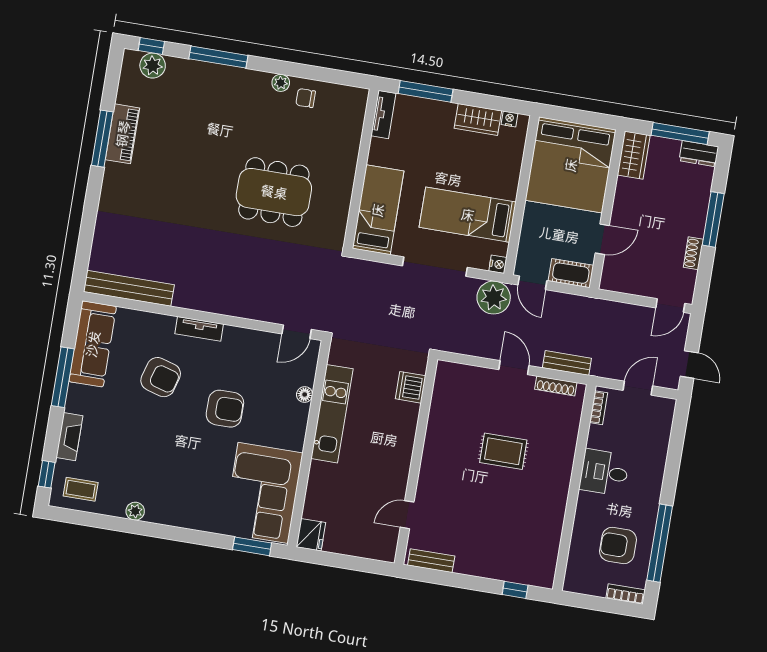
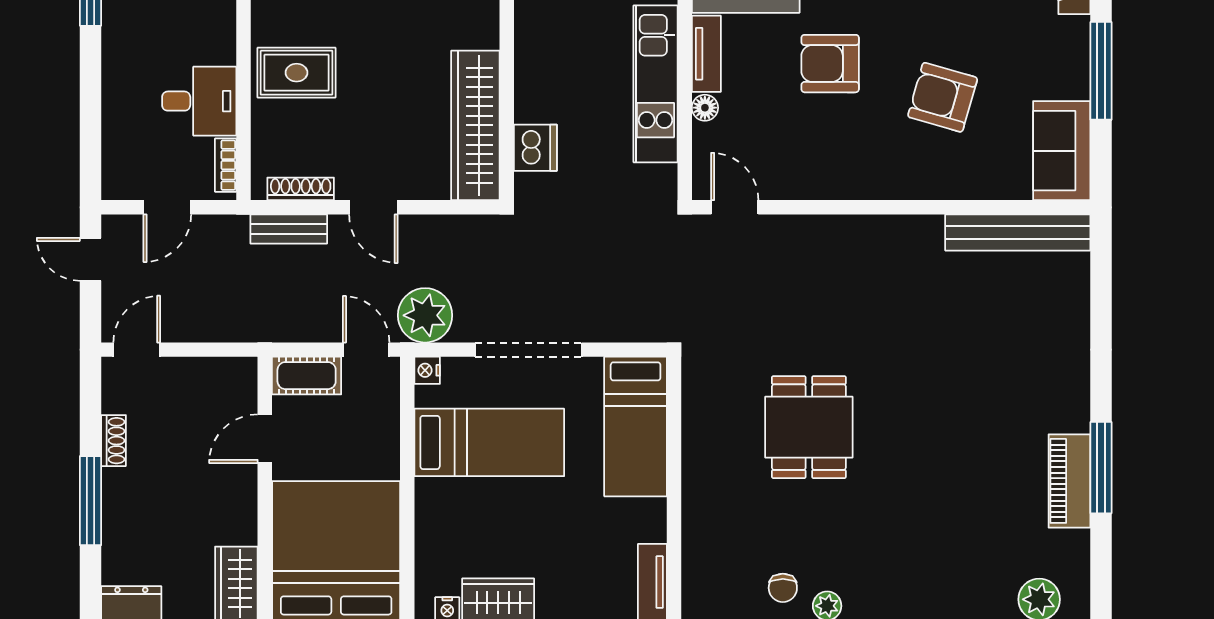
chair: (306, 98) -> (783, 588), turned 90
dining table: (274, 192) -> (809, 427), width x0.73
tv unit: (199, 329) -> (706, 54), moved, turned 90
door: (297, 332) -> (735, 207), hinge flipped
sofa: (93, 344) -> (1062, 151), width x0.73
wardrobe: (444, 407) -> (475, 125), added
rug: (503, 451) -> (296, 73), moved
desk: (604, 472) -> (199, 101), moved

